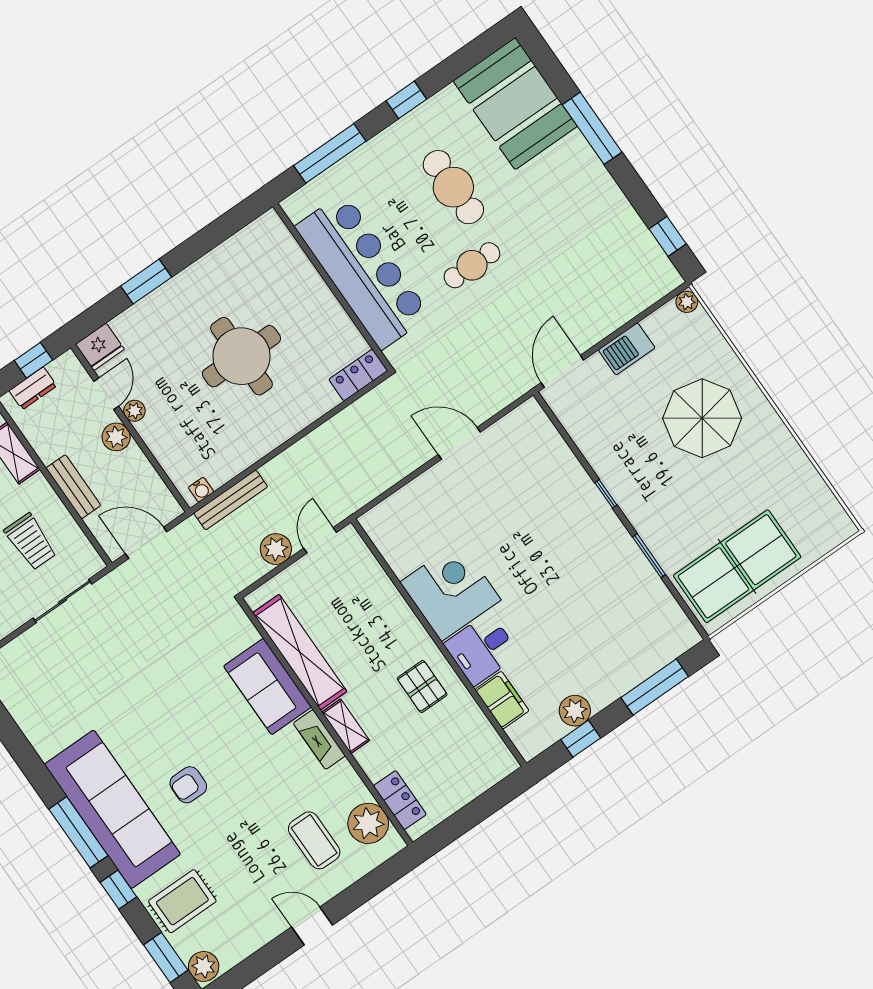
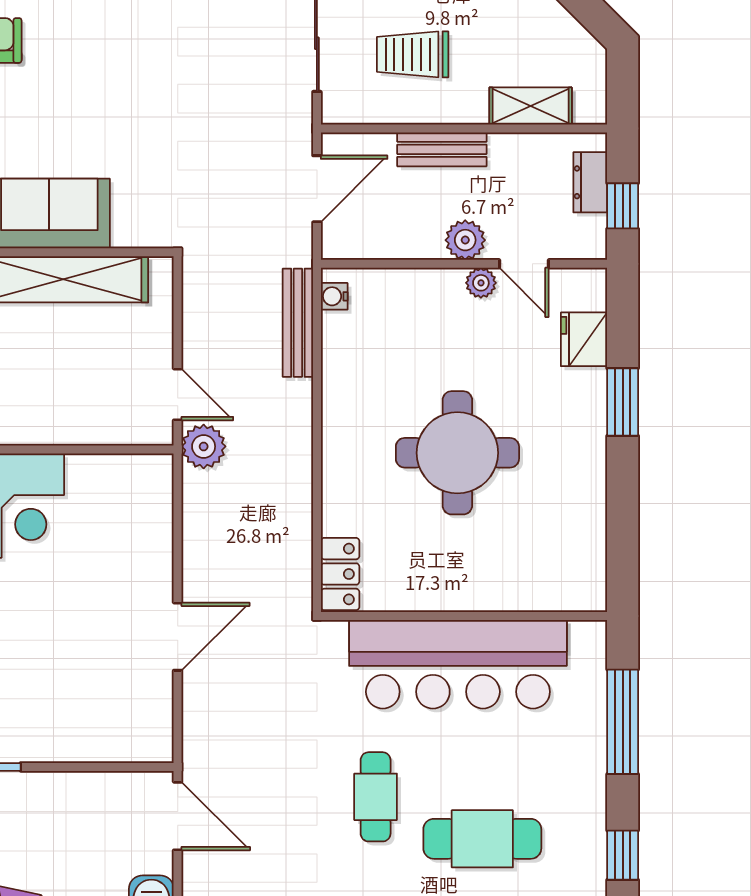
fridge: (100, 347) -> (584, 339), moved
plant: (276, 549) -> (204, 446), moved

